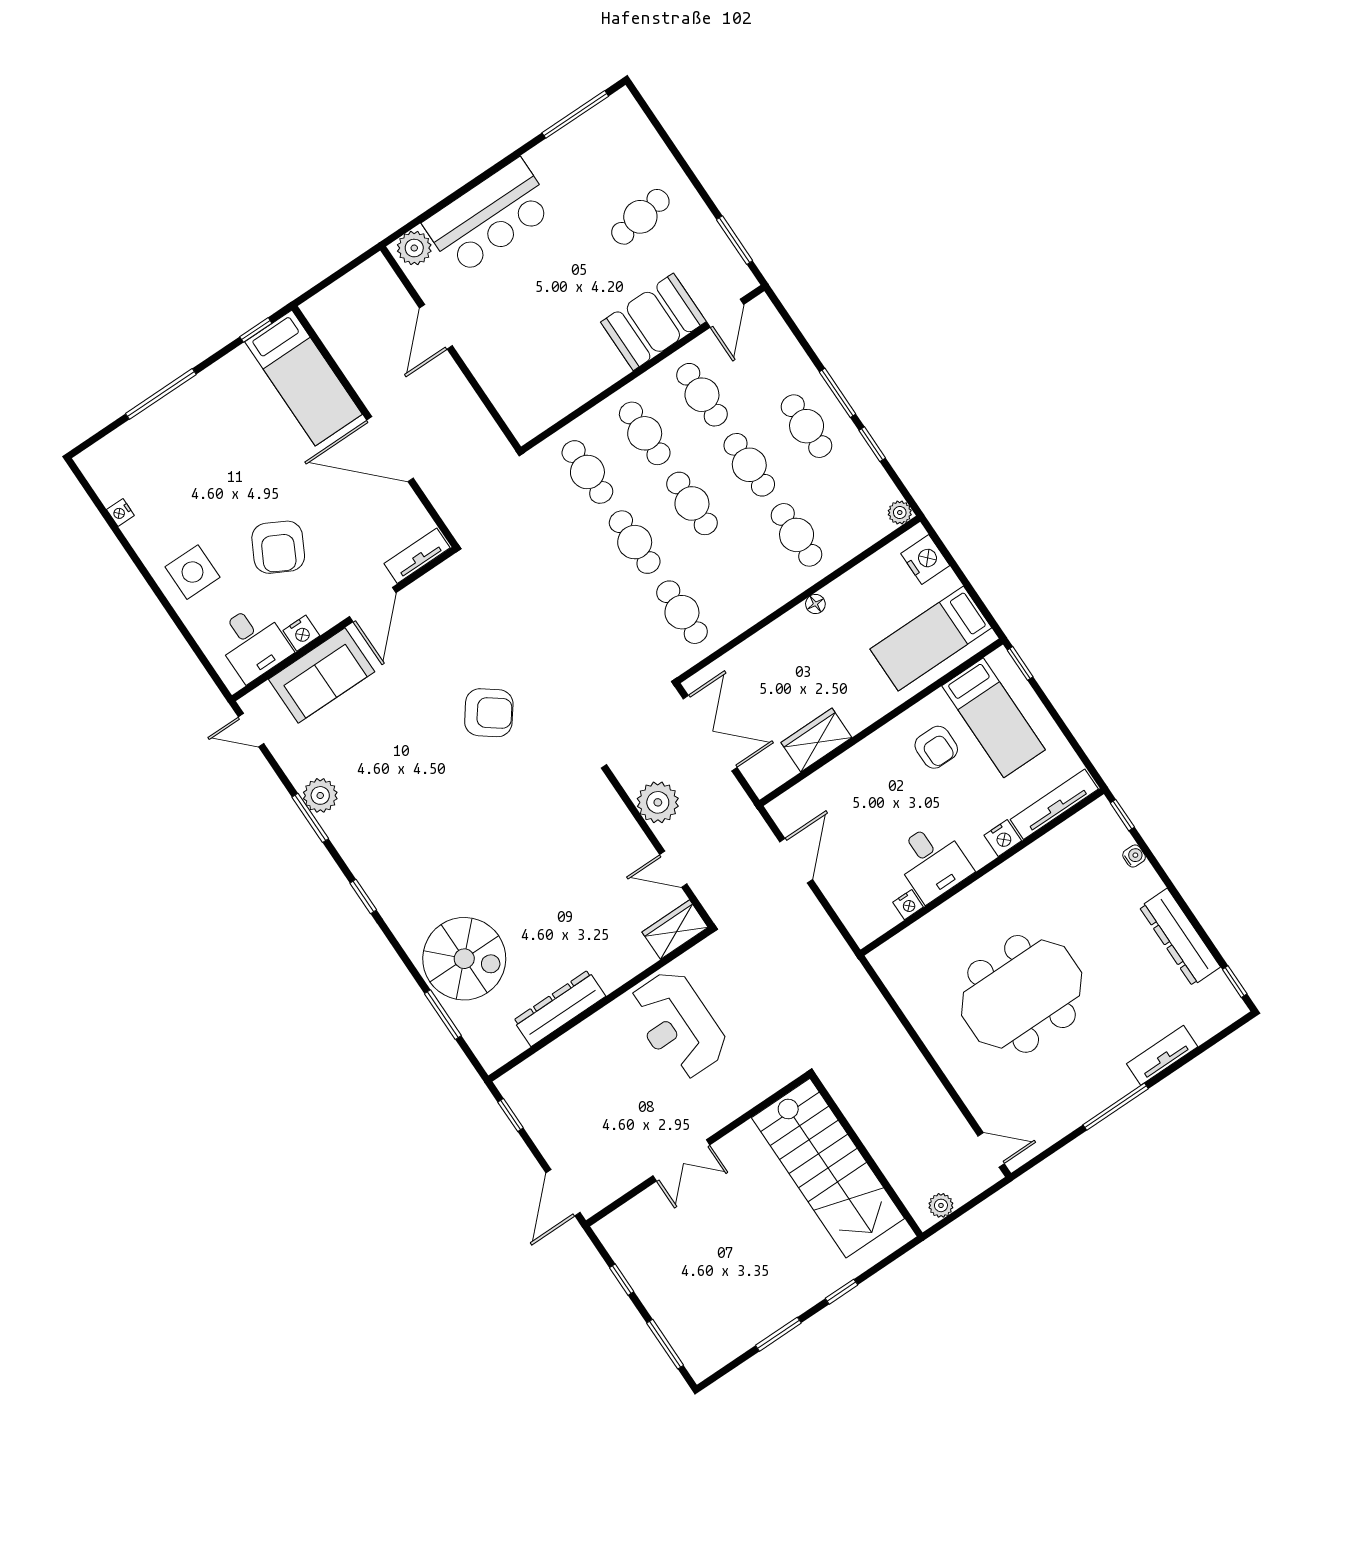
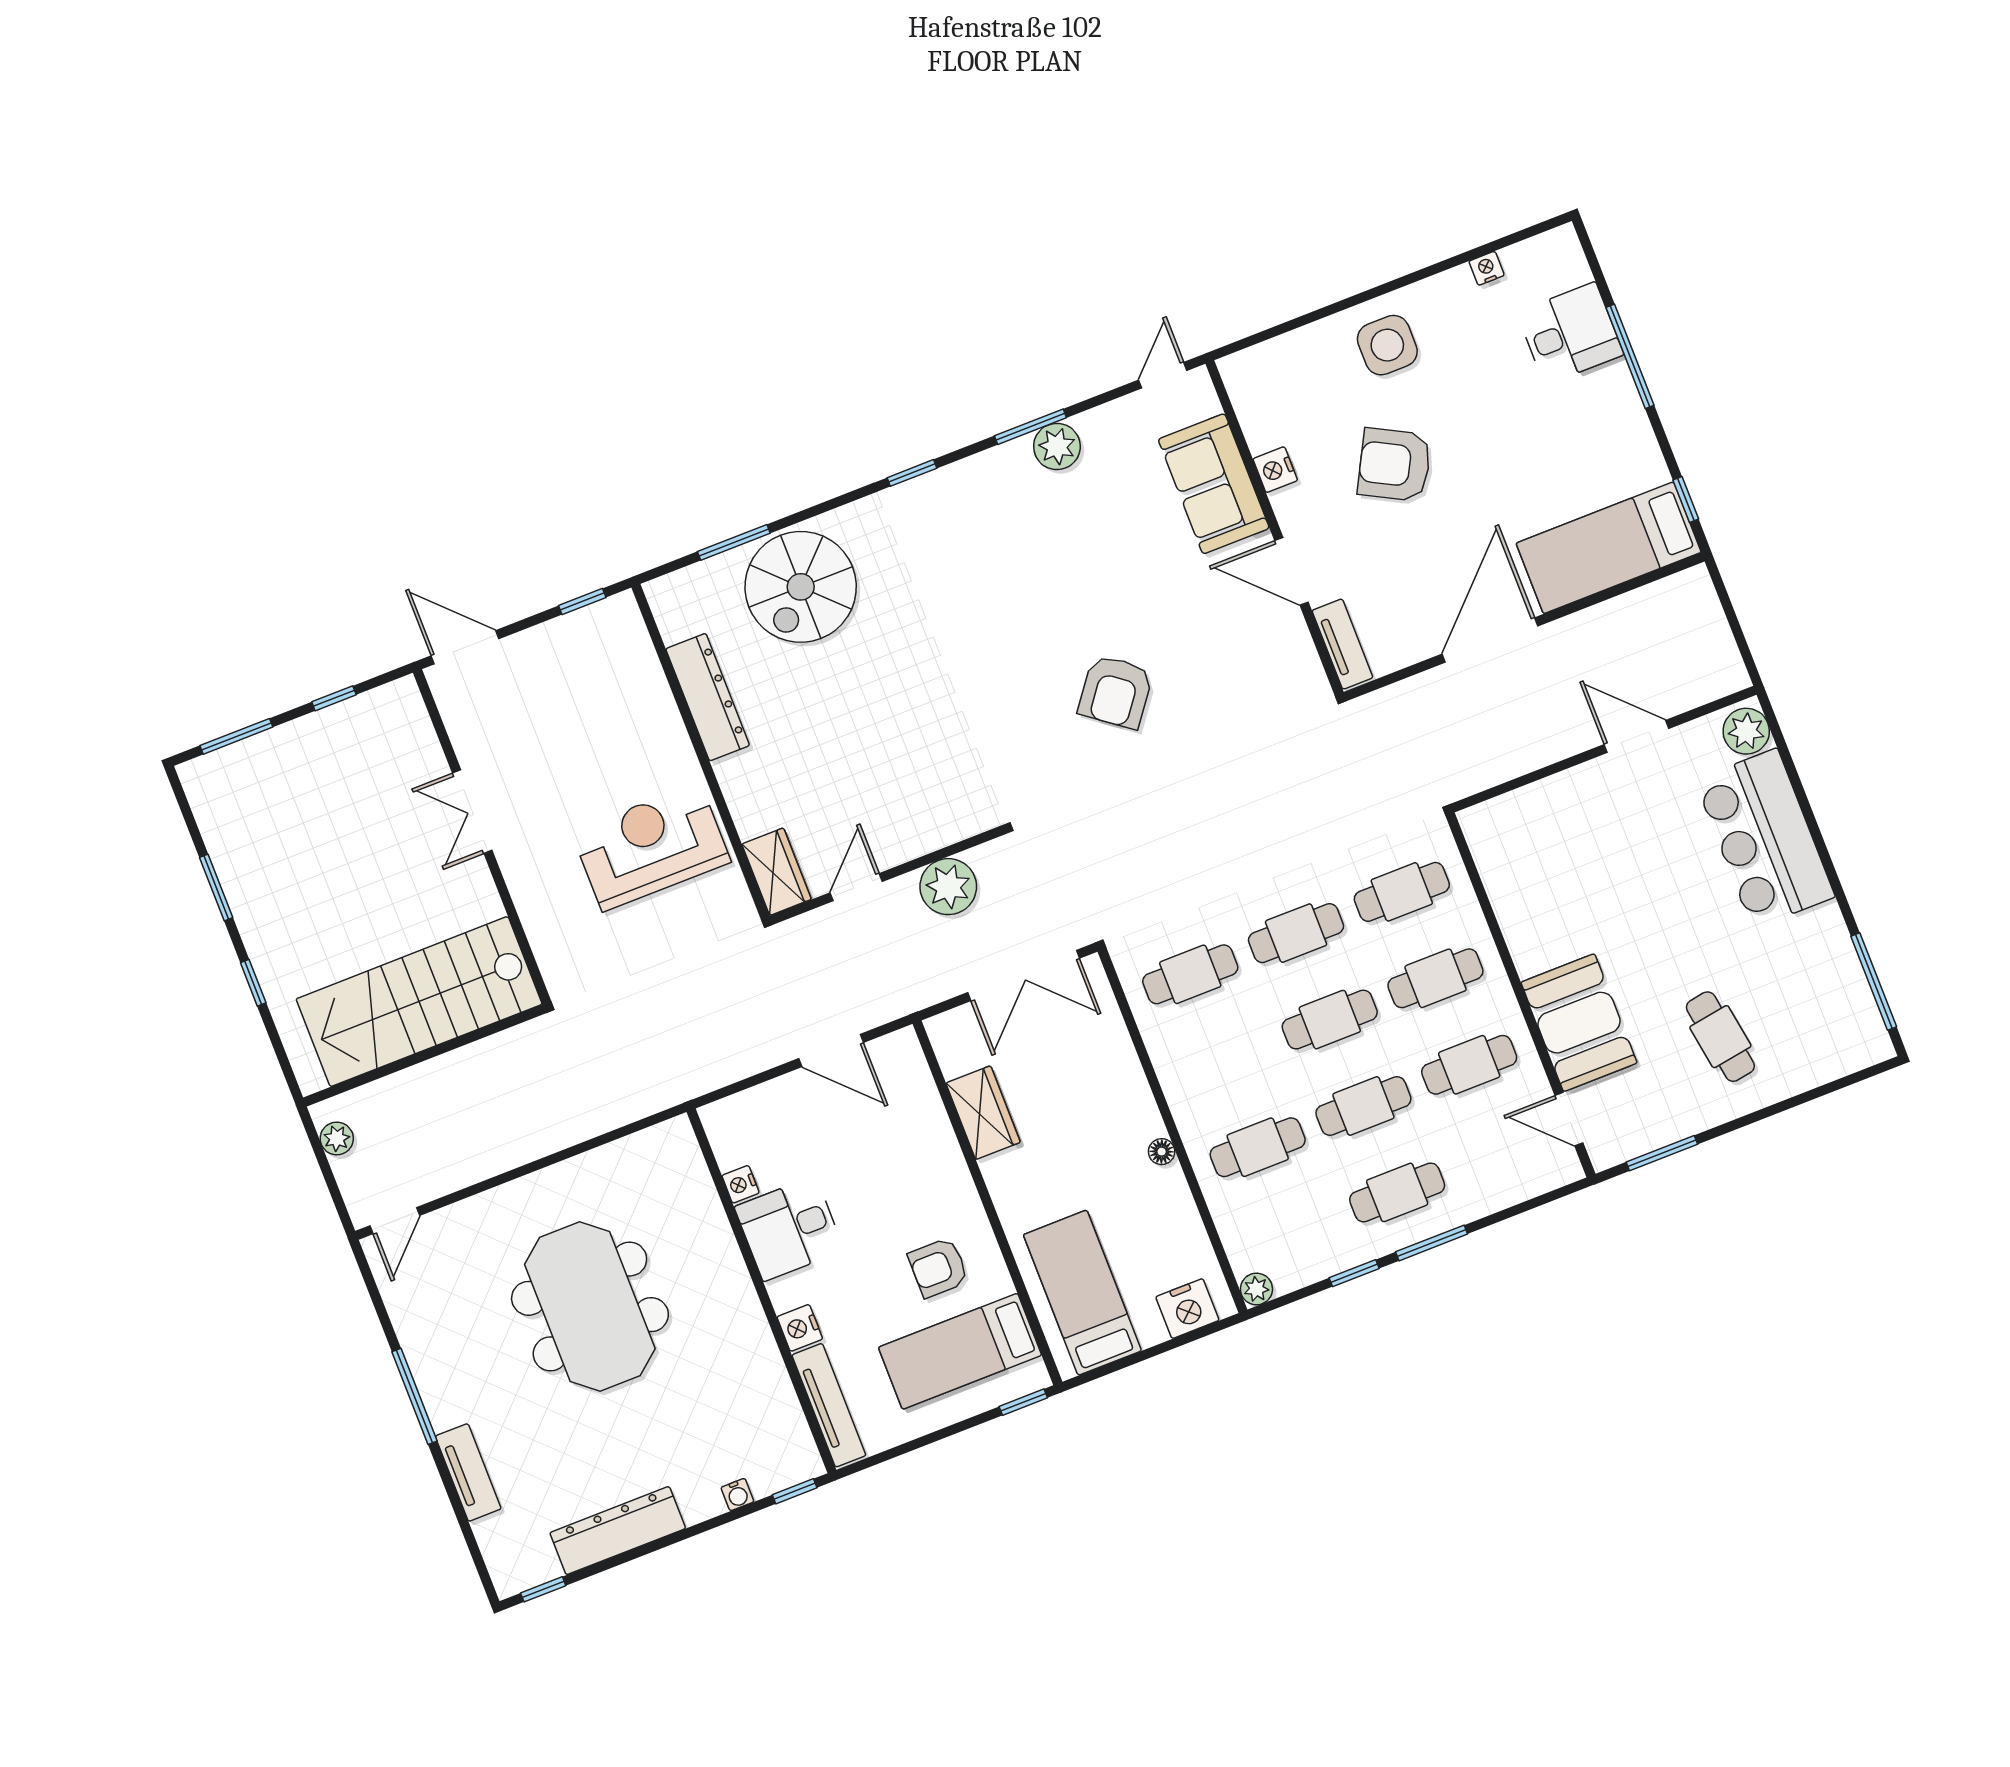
desk: (253, 643) -> (1570, 333), moved, turned 180

